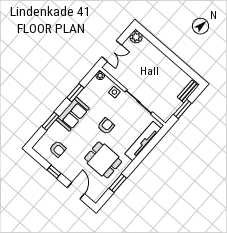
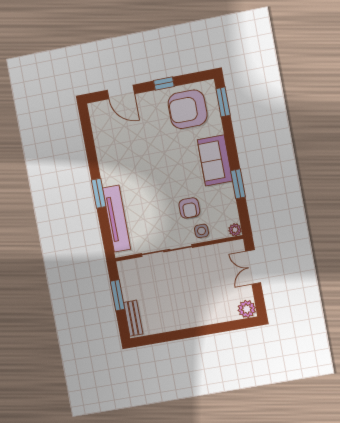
window: (50, 121) -> (223, 102), moved
armchair: (106, 126) -> (189, 208), moved
armchair: (58, 149) -> (188, 109), width x1.88, depth x1.88
dining table: (103, 160) -> (132, 153), removed
window: (118, 183) -> (99, 193), moved

